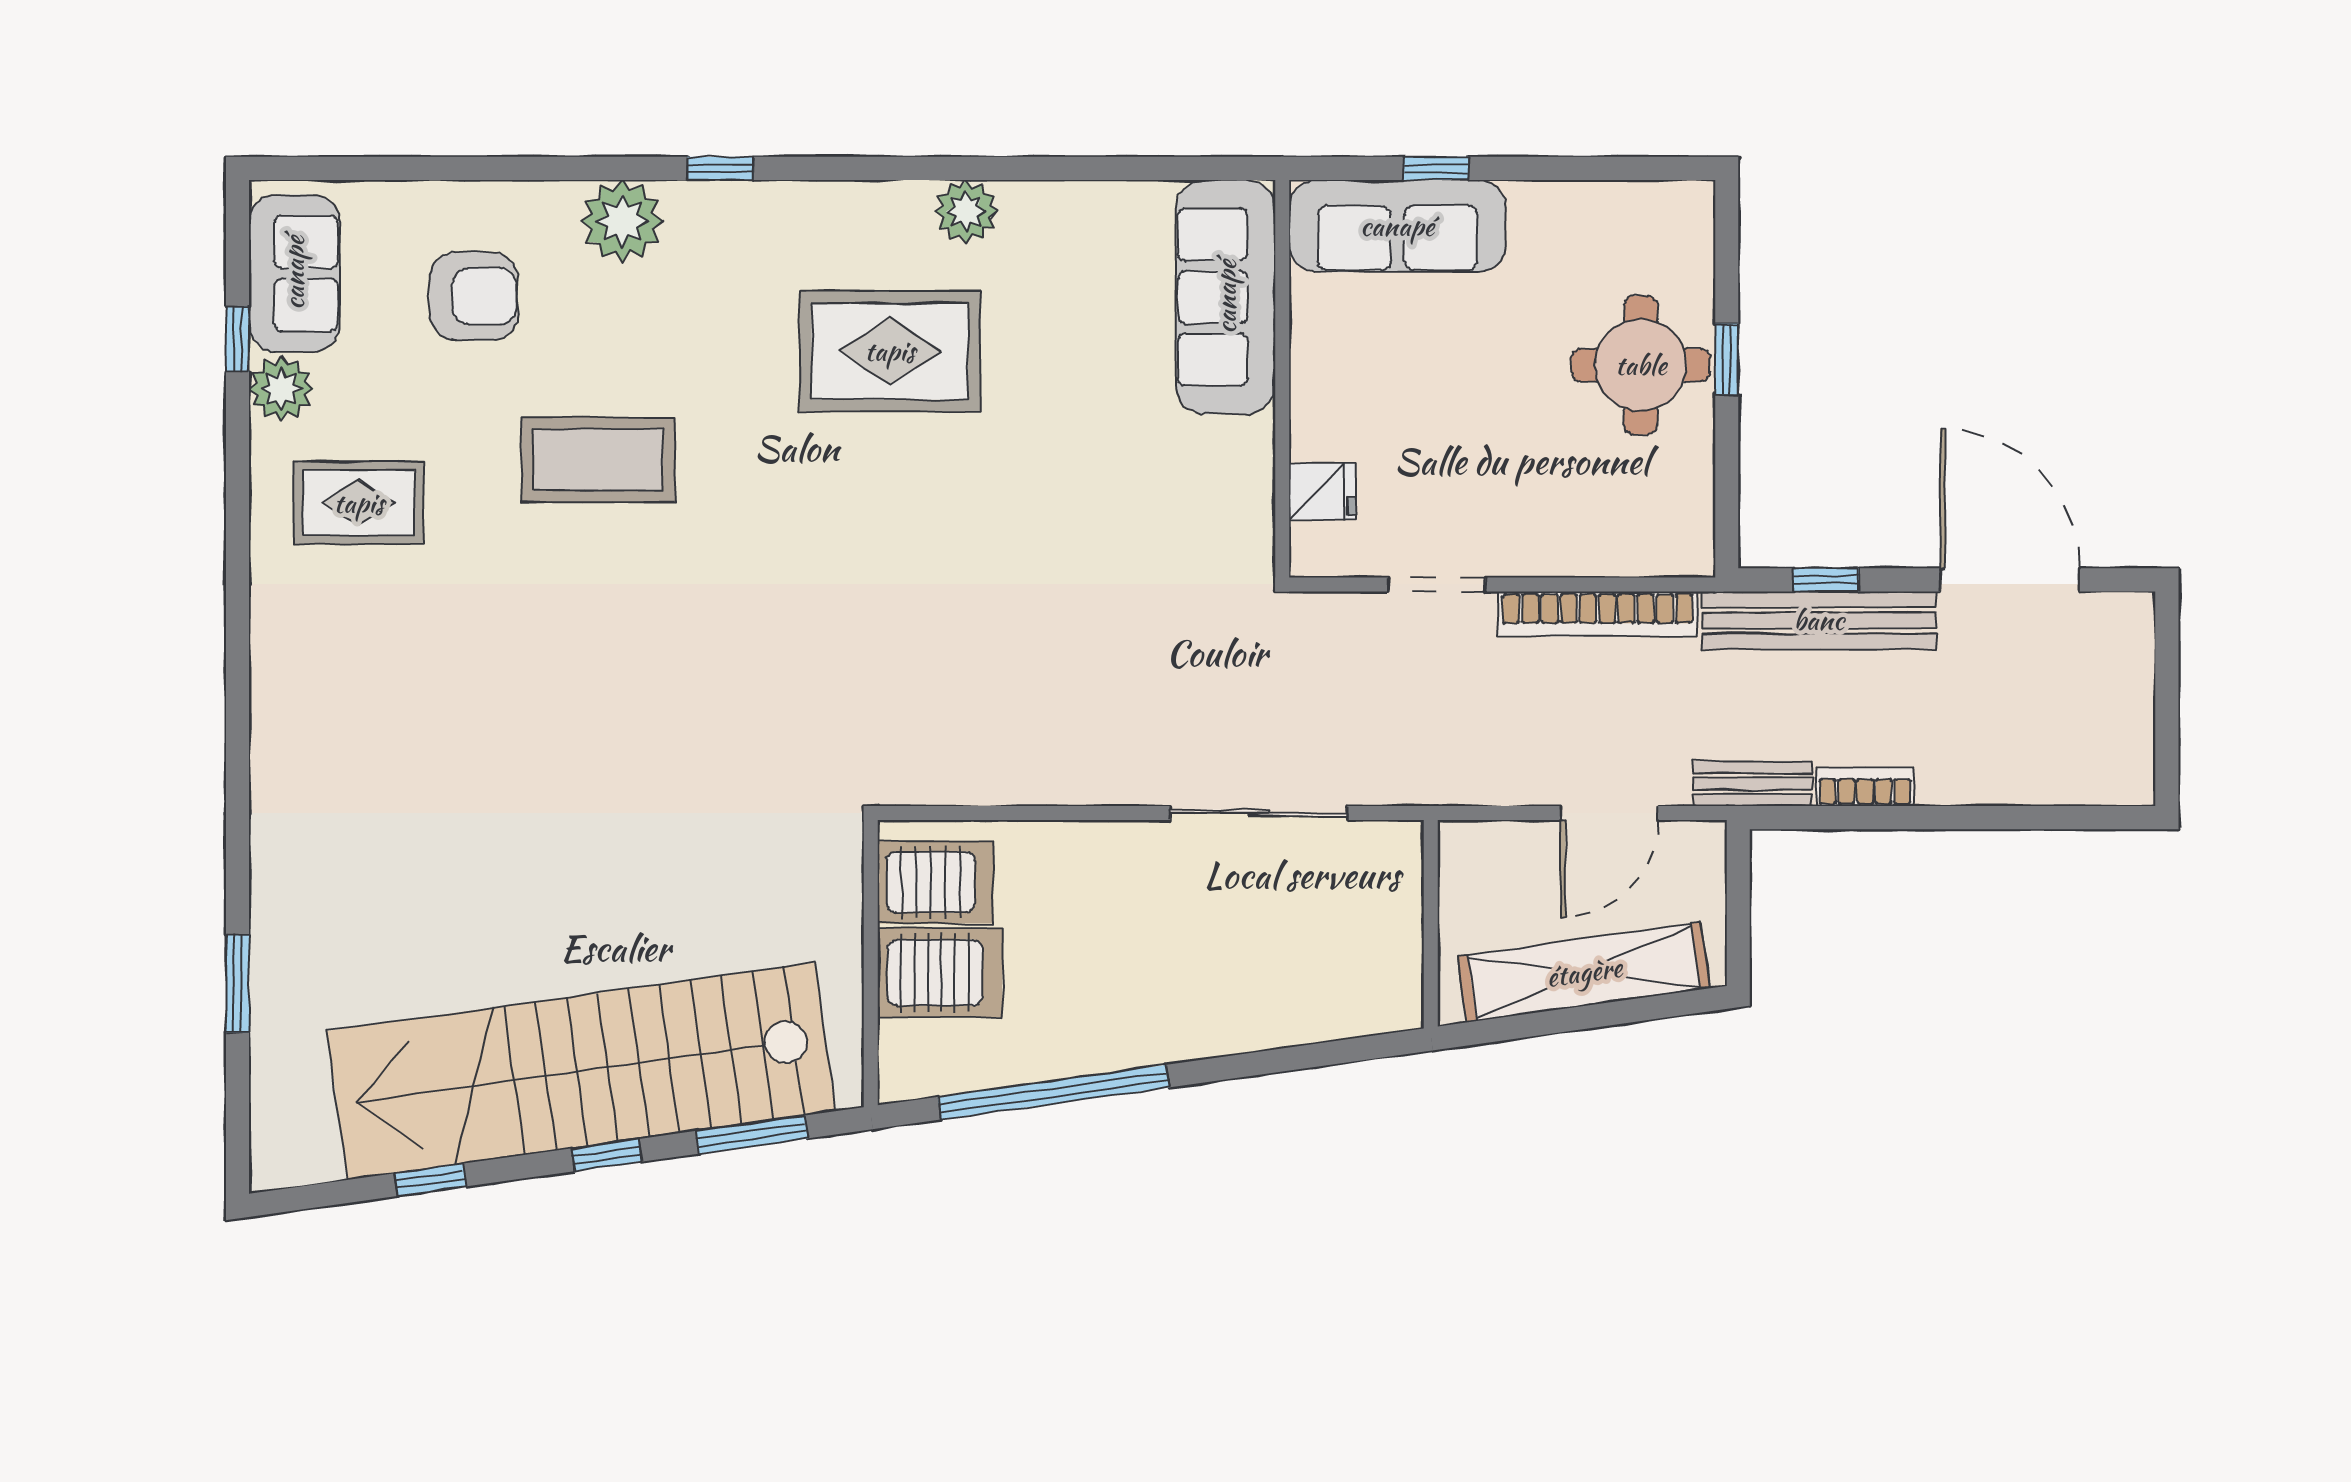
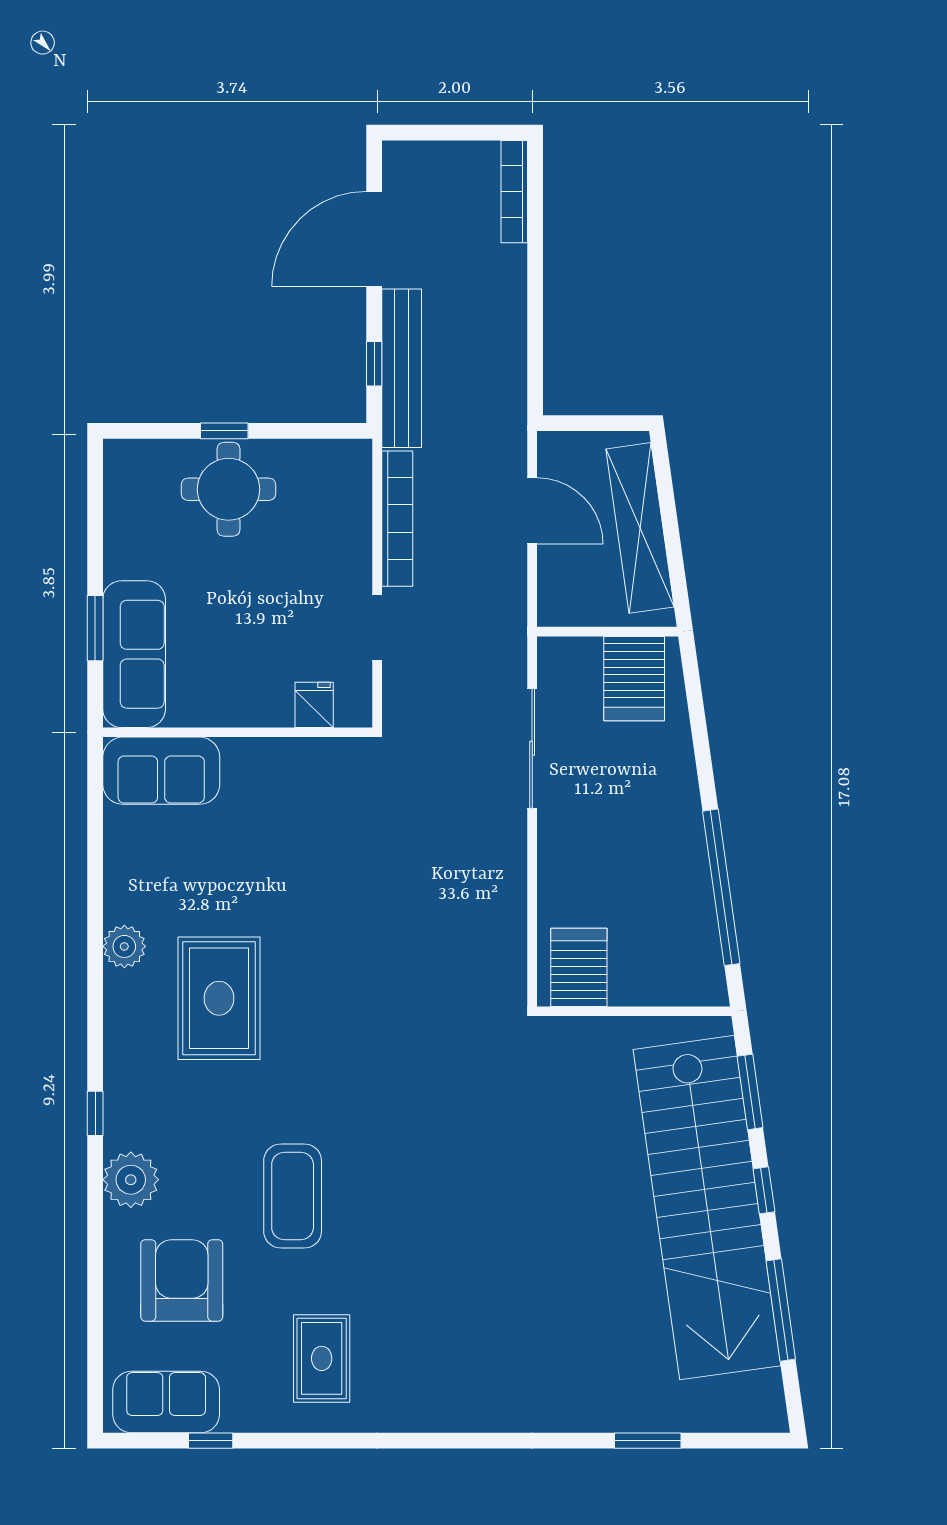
window: (1436, 168) -> (95, 628), width x1.50
armchair: (474, 296) -> (182, 1280), width x1.36, depth x1.36
sofa: (1226, 297) -> (161, 771), width x0.73
plant: (281, 389) -> (244, 1411), removed
bench: (1753, 784) -> (512, 413), removed
bookcase: (1865, 787) -> (514, 192), moved, width x1.56
server rack: (940, 973) -> (634, 679), moved, turned 180
window: (430, 1180) -> (781, 1310), width x2.17

